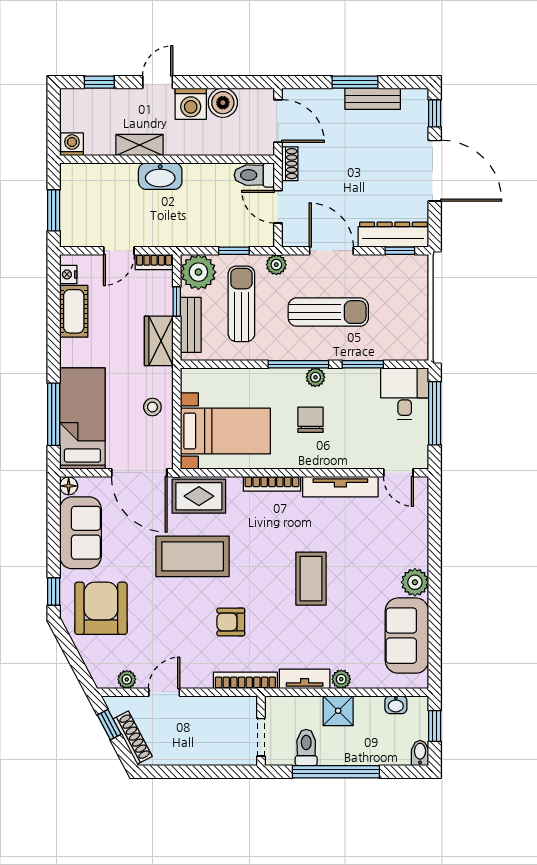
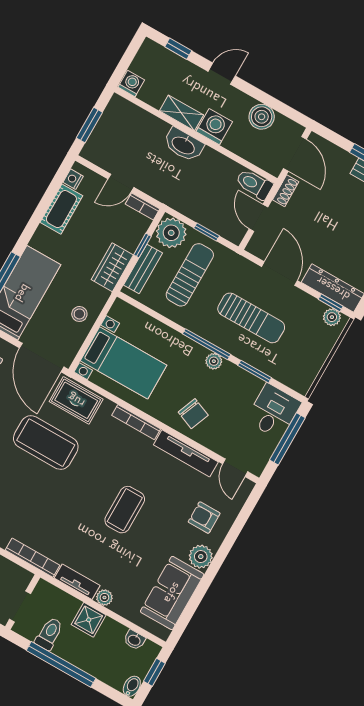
washing machine: (191, 104) -> (214, 127), moved, turned 180
plant: (276, 265) -> (332, 317), moved
chair: (311, 420) -> (193, 414), moved, turned 112
armchair: (231, 622) -> (204, 518), moved

